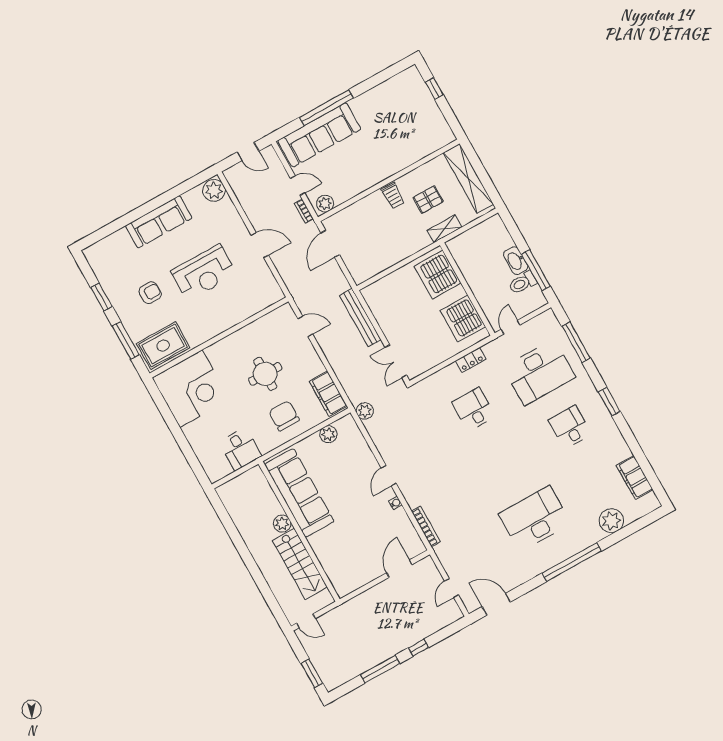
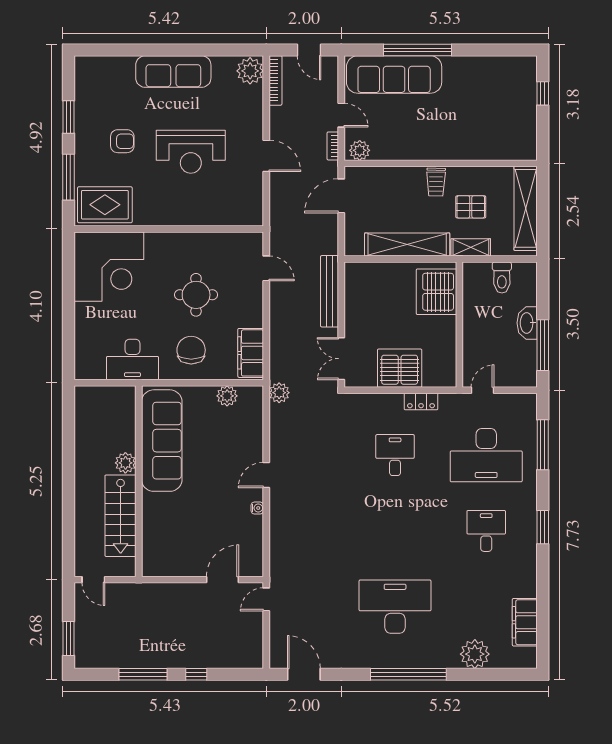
shelving: (397, 252) -> (407, 245), added
toilet: (523, 283) -> (502, 278), moved, turned -90
server rack: (463, 319) -> (400, 368), moved, turned 90
desk: (240, 449) -> (132, 360), width x1.37
bookcase: (426, 526) -> (275, 80), moved
door: (451, 588) -> (266, 599), moved

